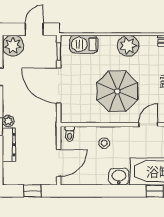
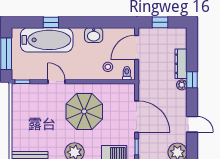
door: (148, 125) -> (56, 82), swing flipped
stool: (104, 143) -> (108, 67), moved
washbasin: (119, 177) -> (94, 35), moved

